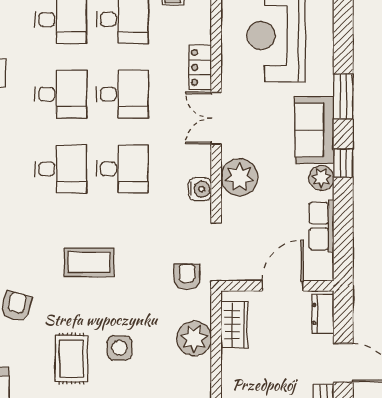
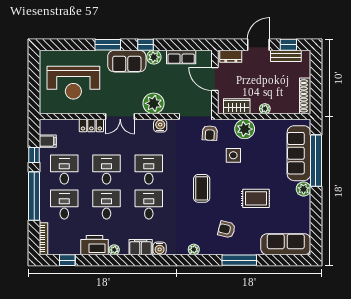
armchair: (187, 277) -> (210, 133), turned -87
side table: (119, 348) -> (233, 155), moved
plant: (230, 374) -> (265, 109), added

